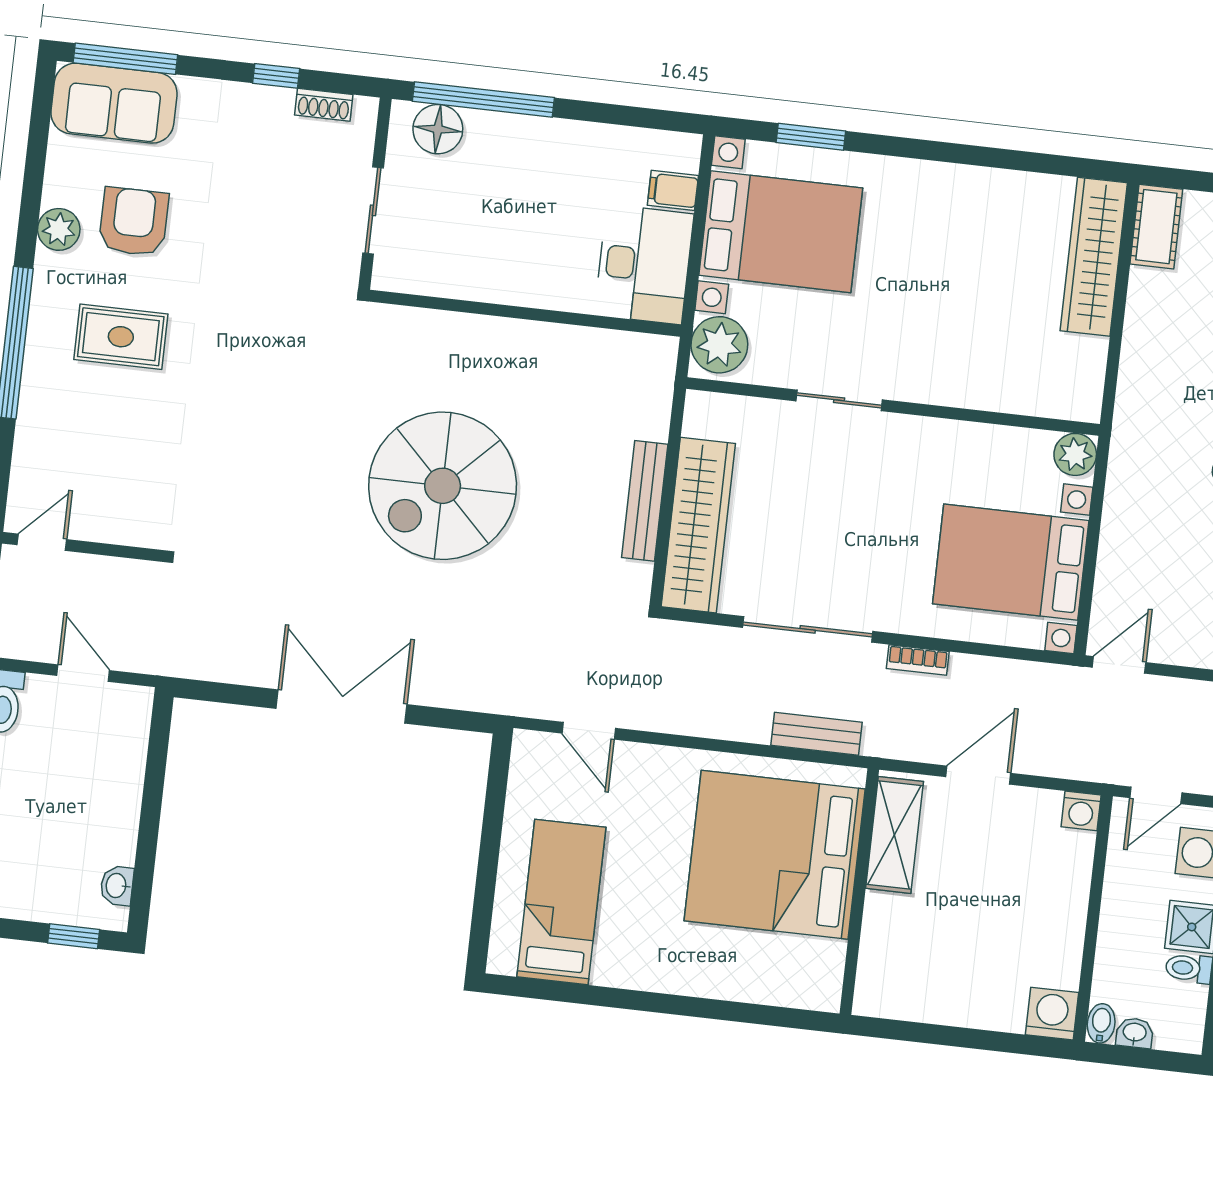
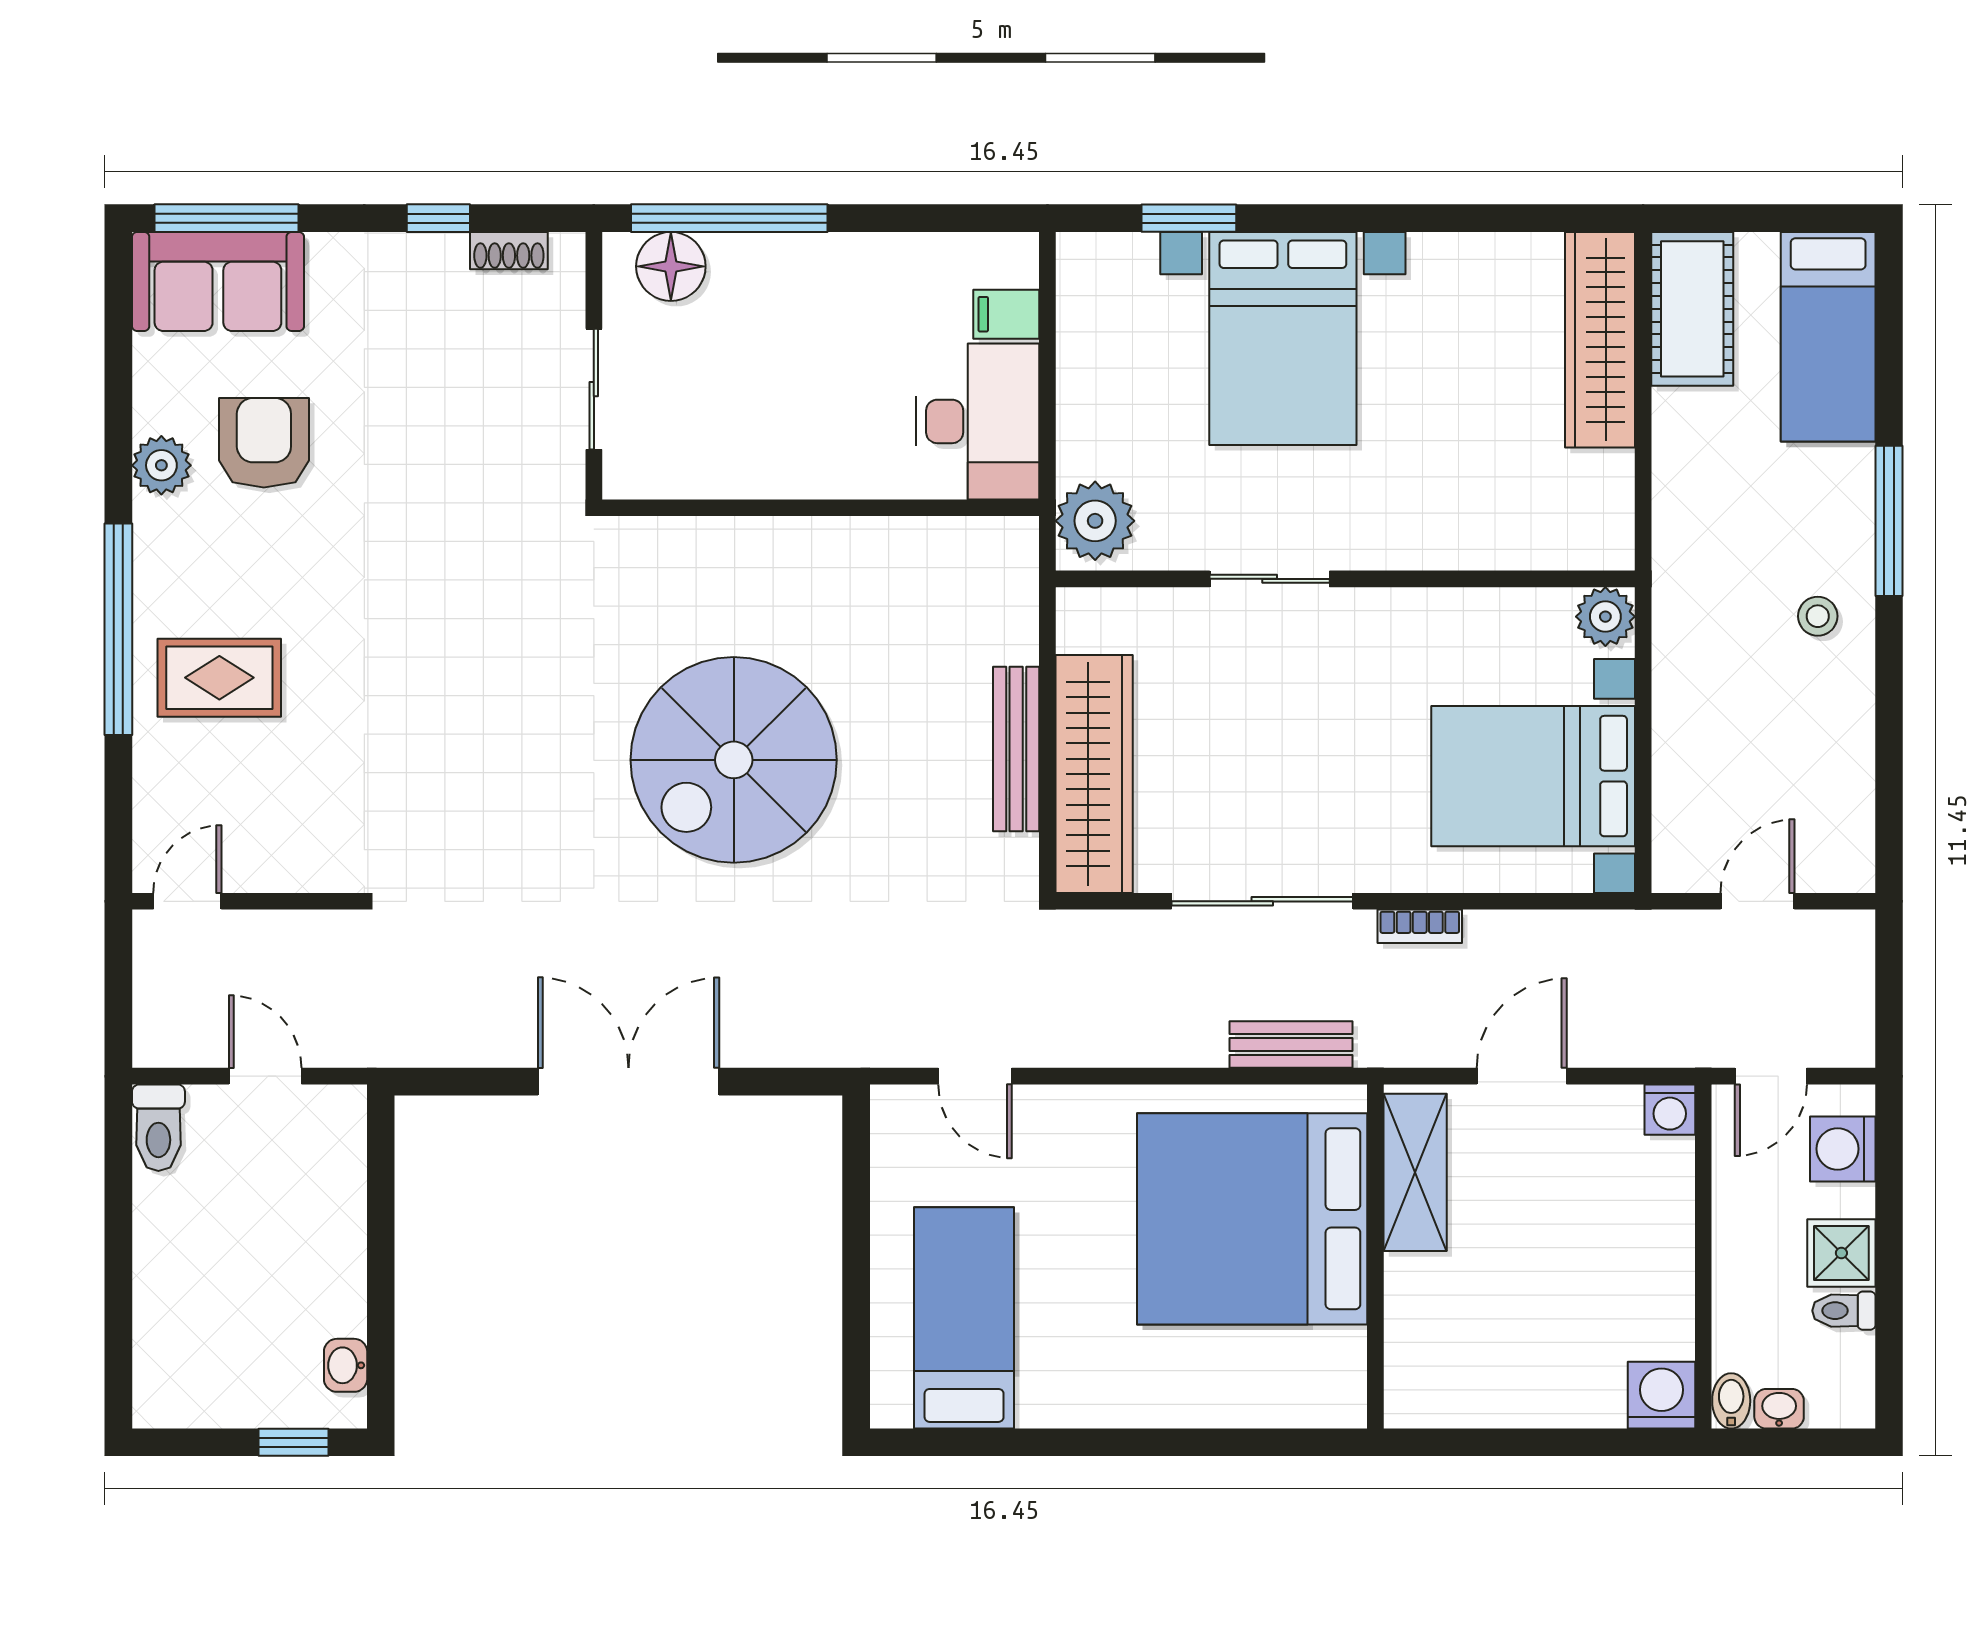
cot: (1156, 227) -> (1692, 309), width x1.37, depth x1.34
bed with nightstands: (781, 232) -> (1283, 338), moved, turned 90
rug: (121, 337) -> (219, 678), moved
door: (1119, 665) -> (1757, 901), moved

